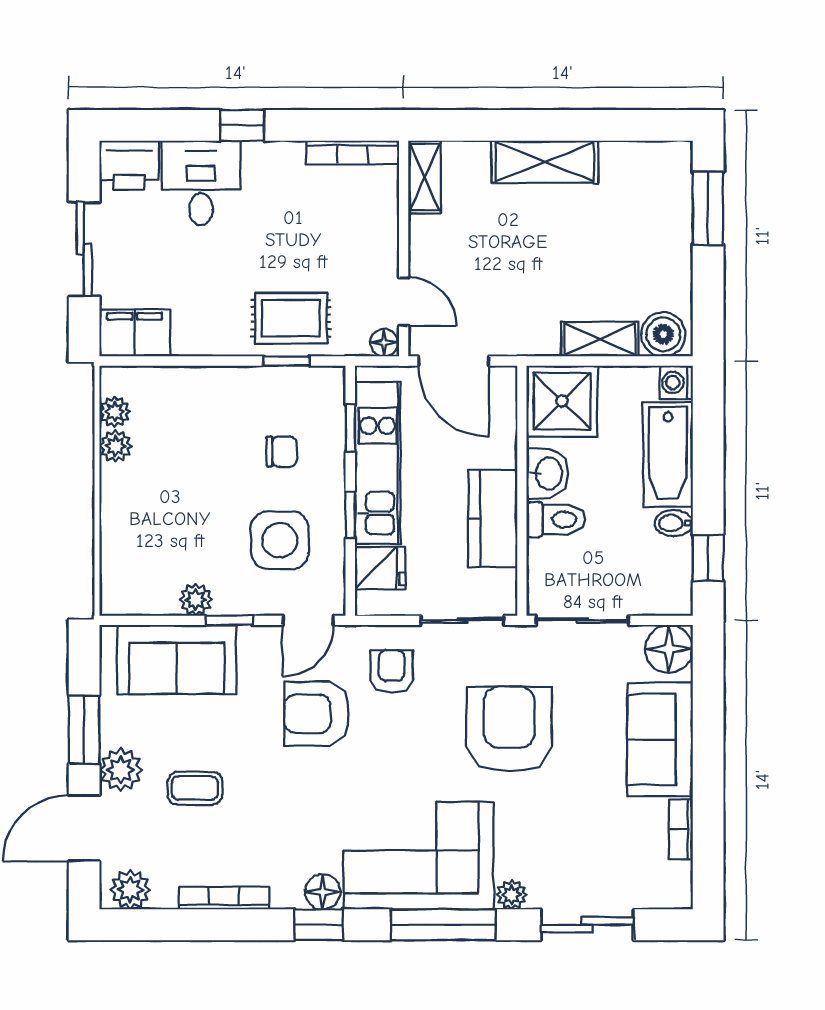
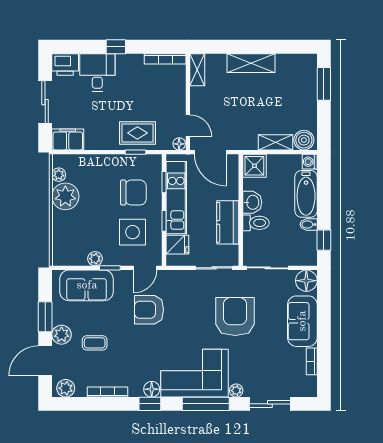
shower: (562, 401) -> (254, 166), width x0.73, depth x0.73
plant: (115, 446) -> (65, 196), width x1.87, depth x1.87
chair: (282, 452) -> (133, 193), width x1.87, depth x1.87
armchair: (391, 671) -> (182, 291), removed

